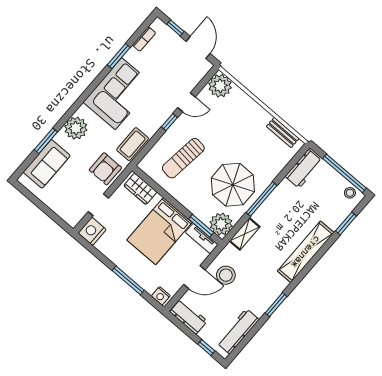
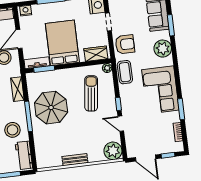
door: (186, 102) -> (121, 124), hinge flipped
bench: (283, 132) -> (75, 160), moved
armchair: (105, 169) -> (125, 44), turned 90
stool: (289, 203) -> (12, 130), added
plant: (221, 224) -> (107, 68), moved, width x0.53, depth x0.53

